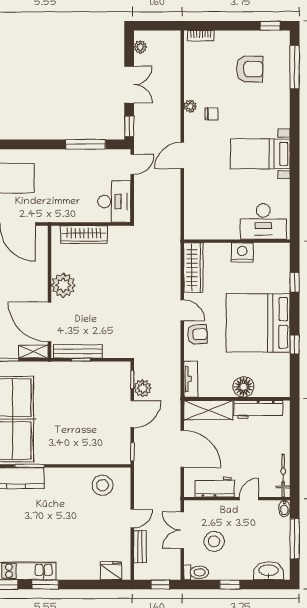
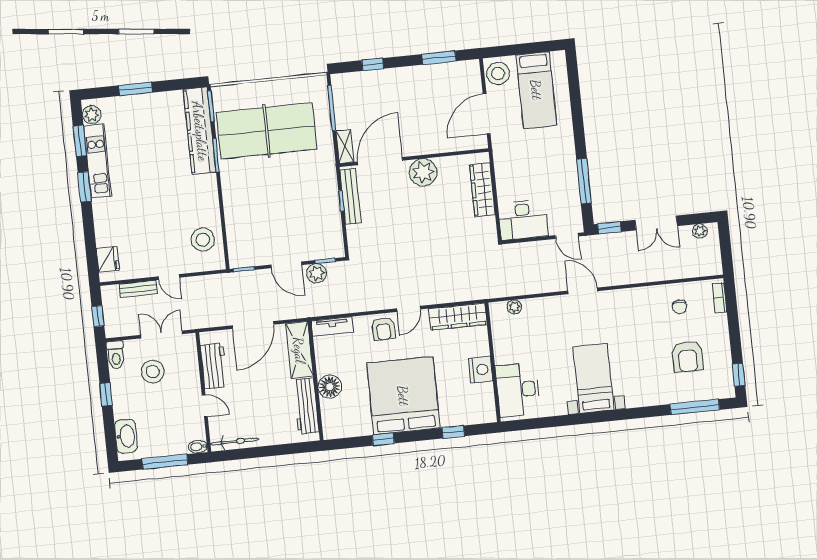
plant: (190, 106) -> (514, 307), moved
chair: (211, 114) -> (680, 307), moved

